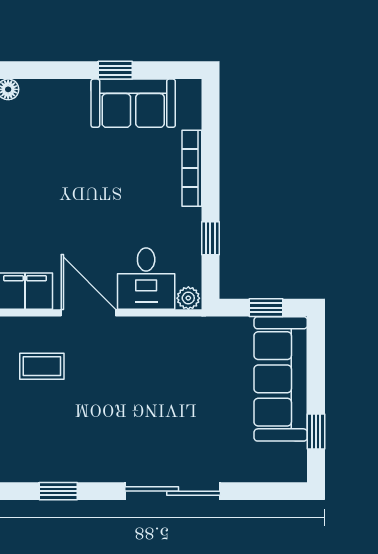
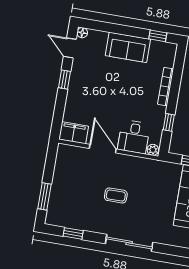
window: (115, 70) -> (158, 36), moved
sofa: (133, 103) -> (128, 47), moved
coffee table: (42, 366) -> (116, 195), moved

